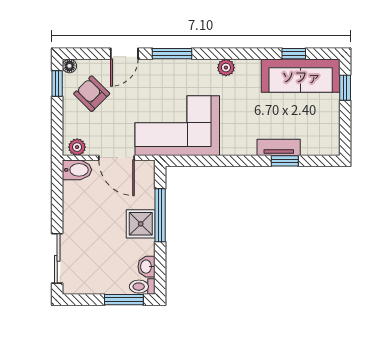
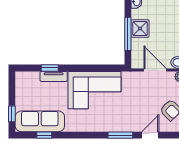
plant: (226, 68) -> (87, 126), removed
corner sofa: (177, 126) -> (95, 90), moved

